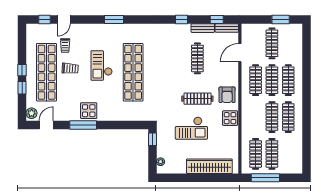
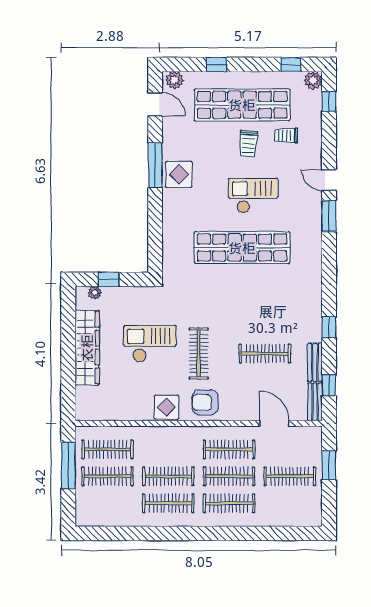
door: (64, 19) -> (329, 180), moved
window: (281, 19) -> (329, 465), moved
plant: (32, 29) -> (313, 80), added
window: (22, 70) -> (291, 65), moved
checkout: (191, 128) -> (150, 344), turned 90
window: (152, 139) -> (108, 279), moved
wardrobe: (209, 166) -> (87, 348), moved

